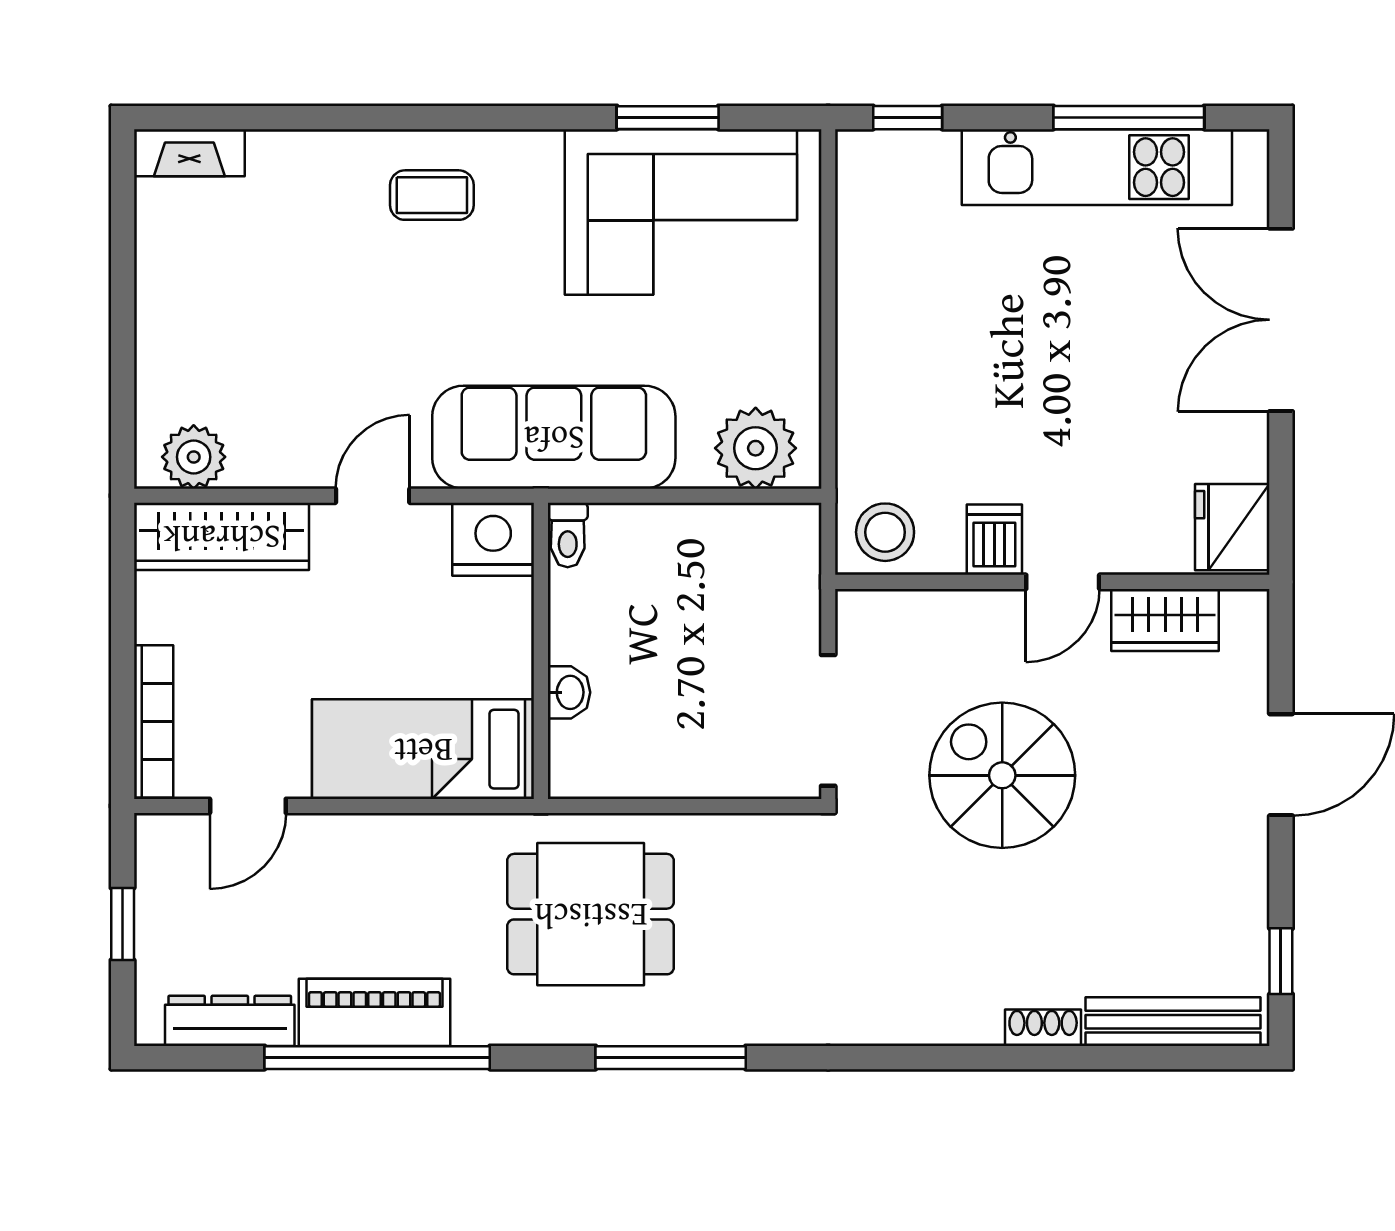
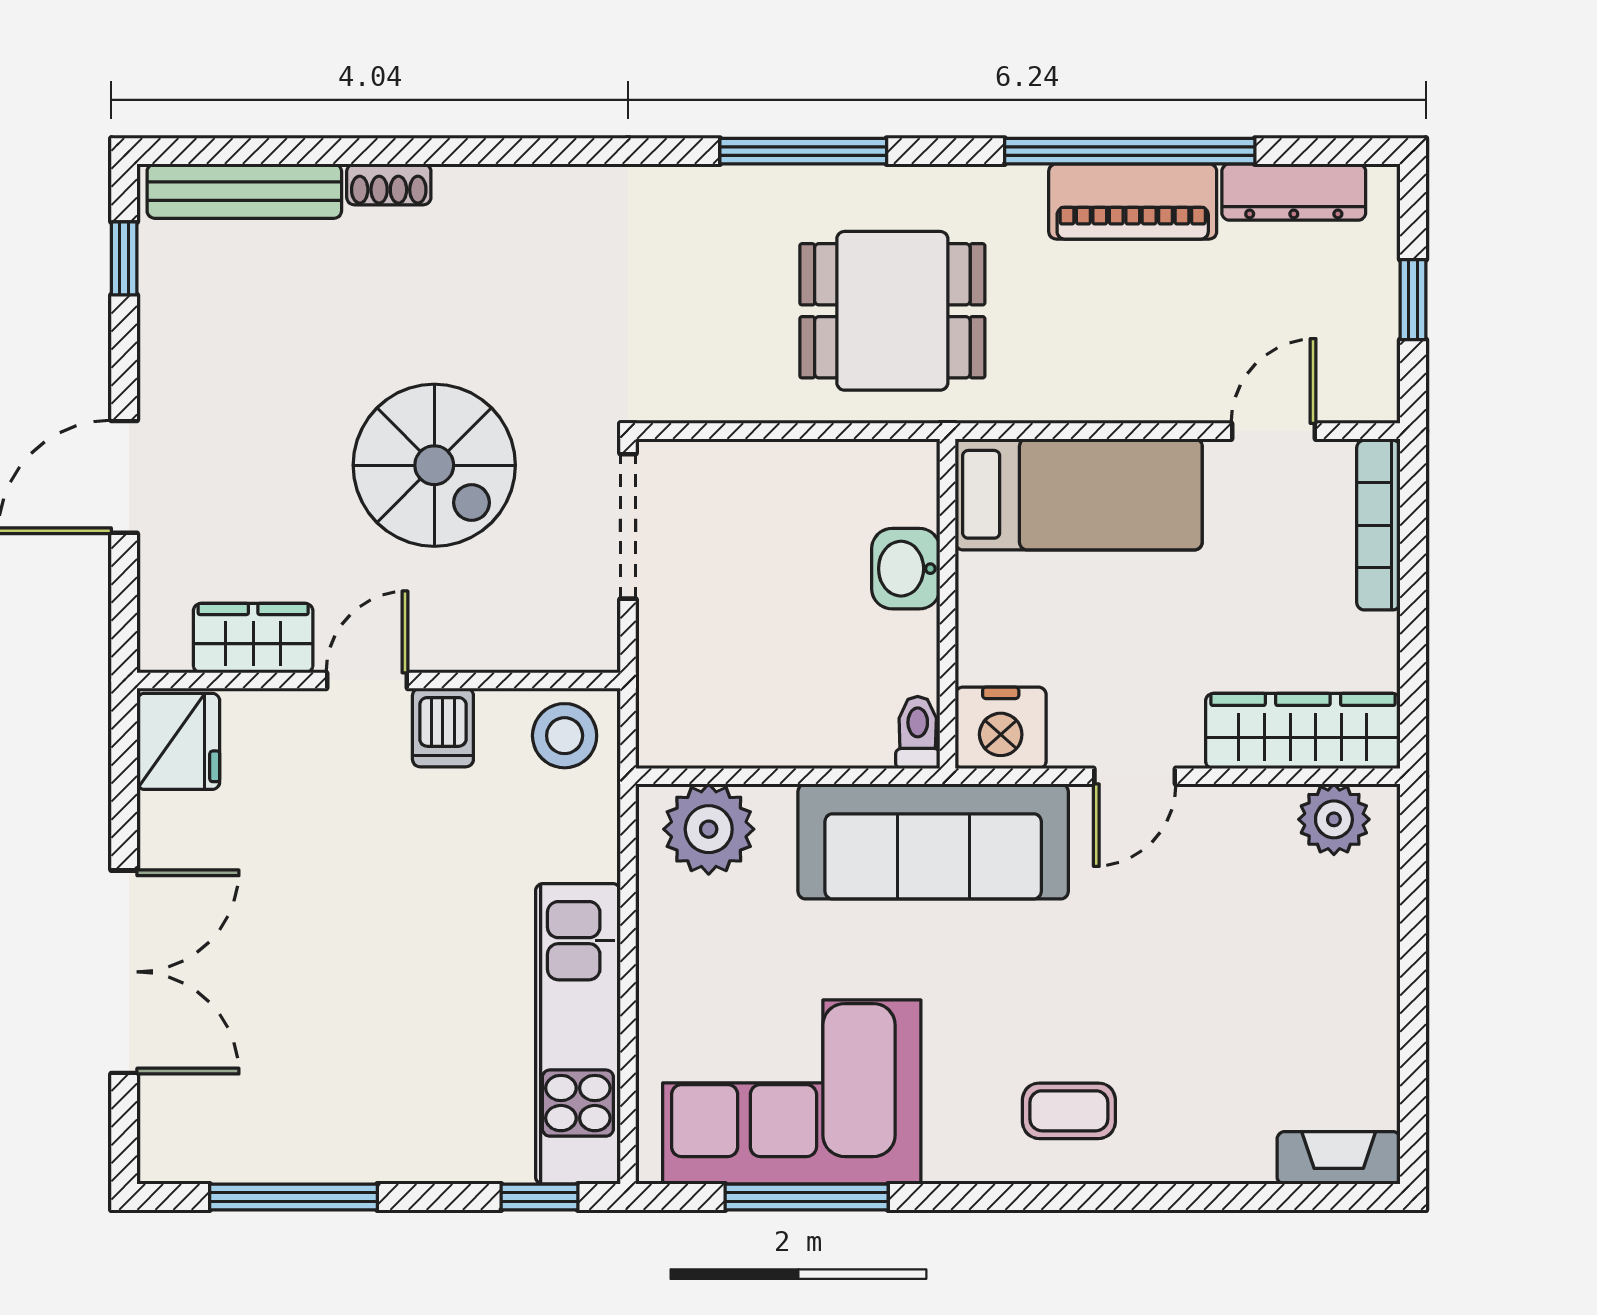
window: (668, 118) -> (807, 1197), width x1.44
kitchen unit: (1097, 167) -> (578, 1034), moved, turned -90
washbasin: (569, 692) -> (906, 569), width x1.38, depth x1.45

